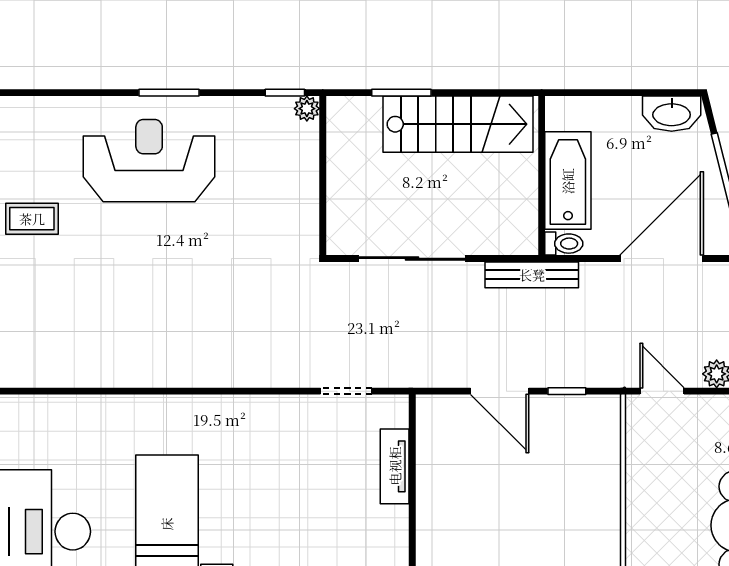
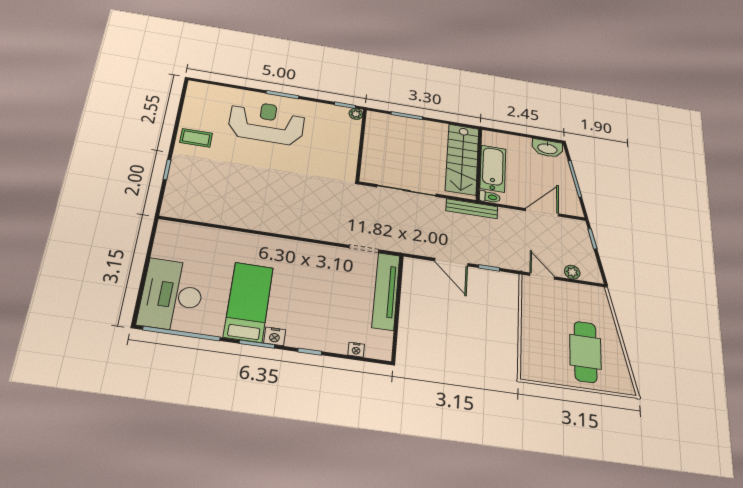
stairs: (458, 124) -> (462, 159), moved, turned 90
door: (662, 258) -> (542, 212), width x0.73
tv unit: (395, 466) -> (386, 291), width x1.92, depth x1.29

